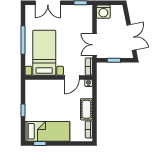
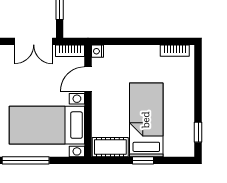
door: (72, 77) -> (88, 79), swing flipped
cot: (86, 109) -> (110, 147), moved
bed: (47, 131) -> (146, 120), moved

